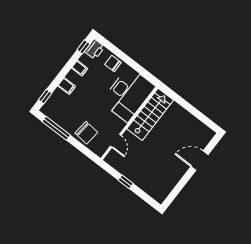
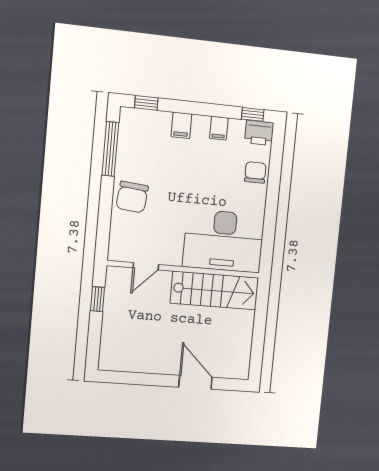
desk: (128, 94) -> (224, 241), moved
stairs: (150, 114) -> (215, 290), moved
wall: (129, 123) -> (184, 269), moved
door: (116, 141) -> (146, 266), moved

